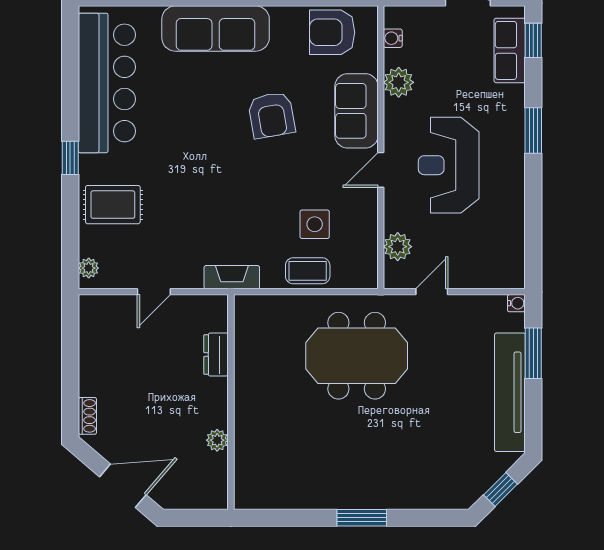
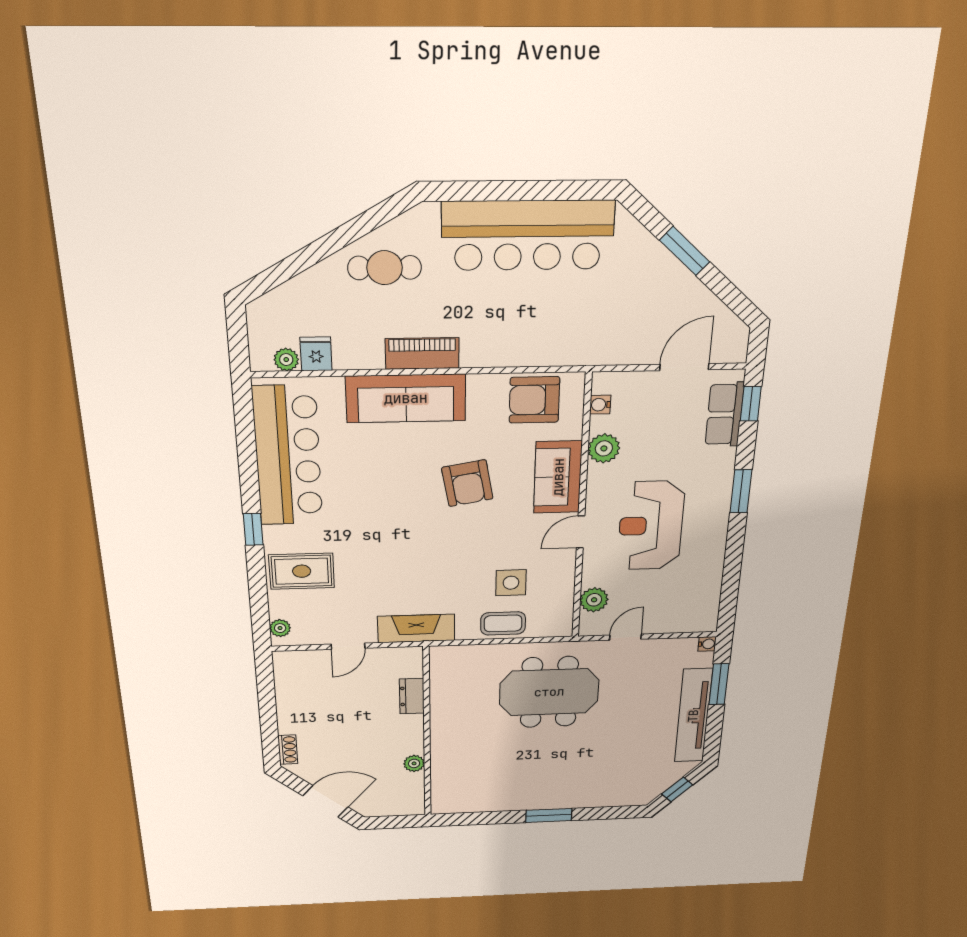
fireplace: (232, 277) -> (416, 628), width x1.37, depth x1.32

